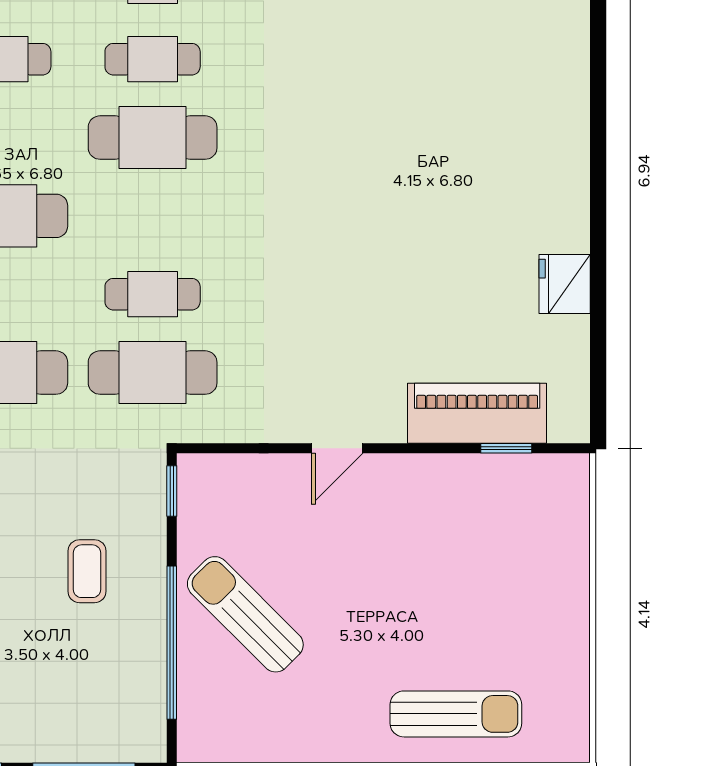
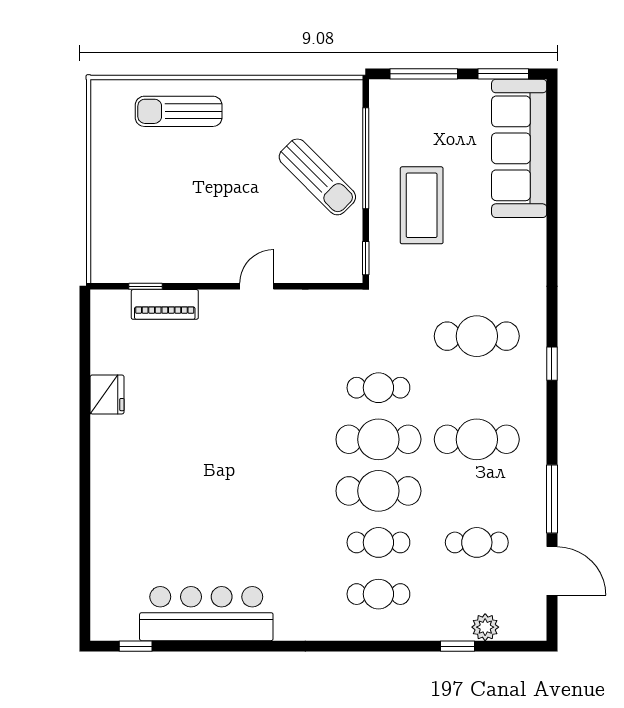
cafe table: (153, 373) -> (378, 439), moved
piano: (477, 413) -> (165, 304), width x0.73, depth x0.75
coffee table: (87, 571) -> (422, 205), width x1.86, depth x1.72

